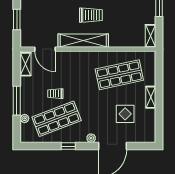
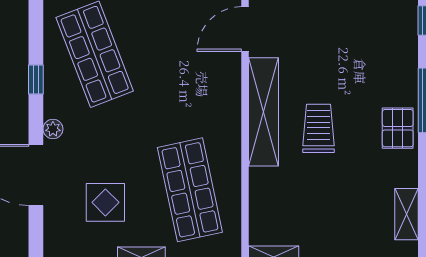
trolley: (91, 15) -> (319, 128), turned 180
trolley: (55, 94) -> (149, 52), removed

